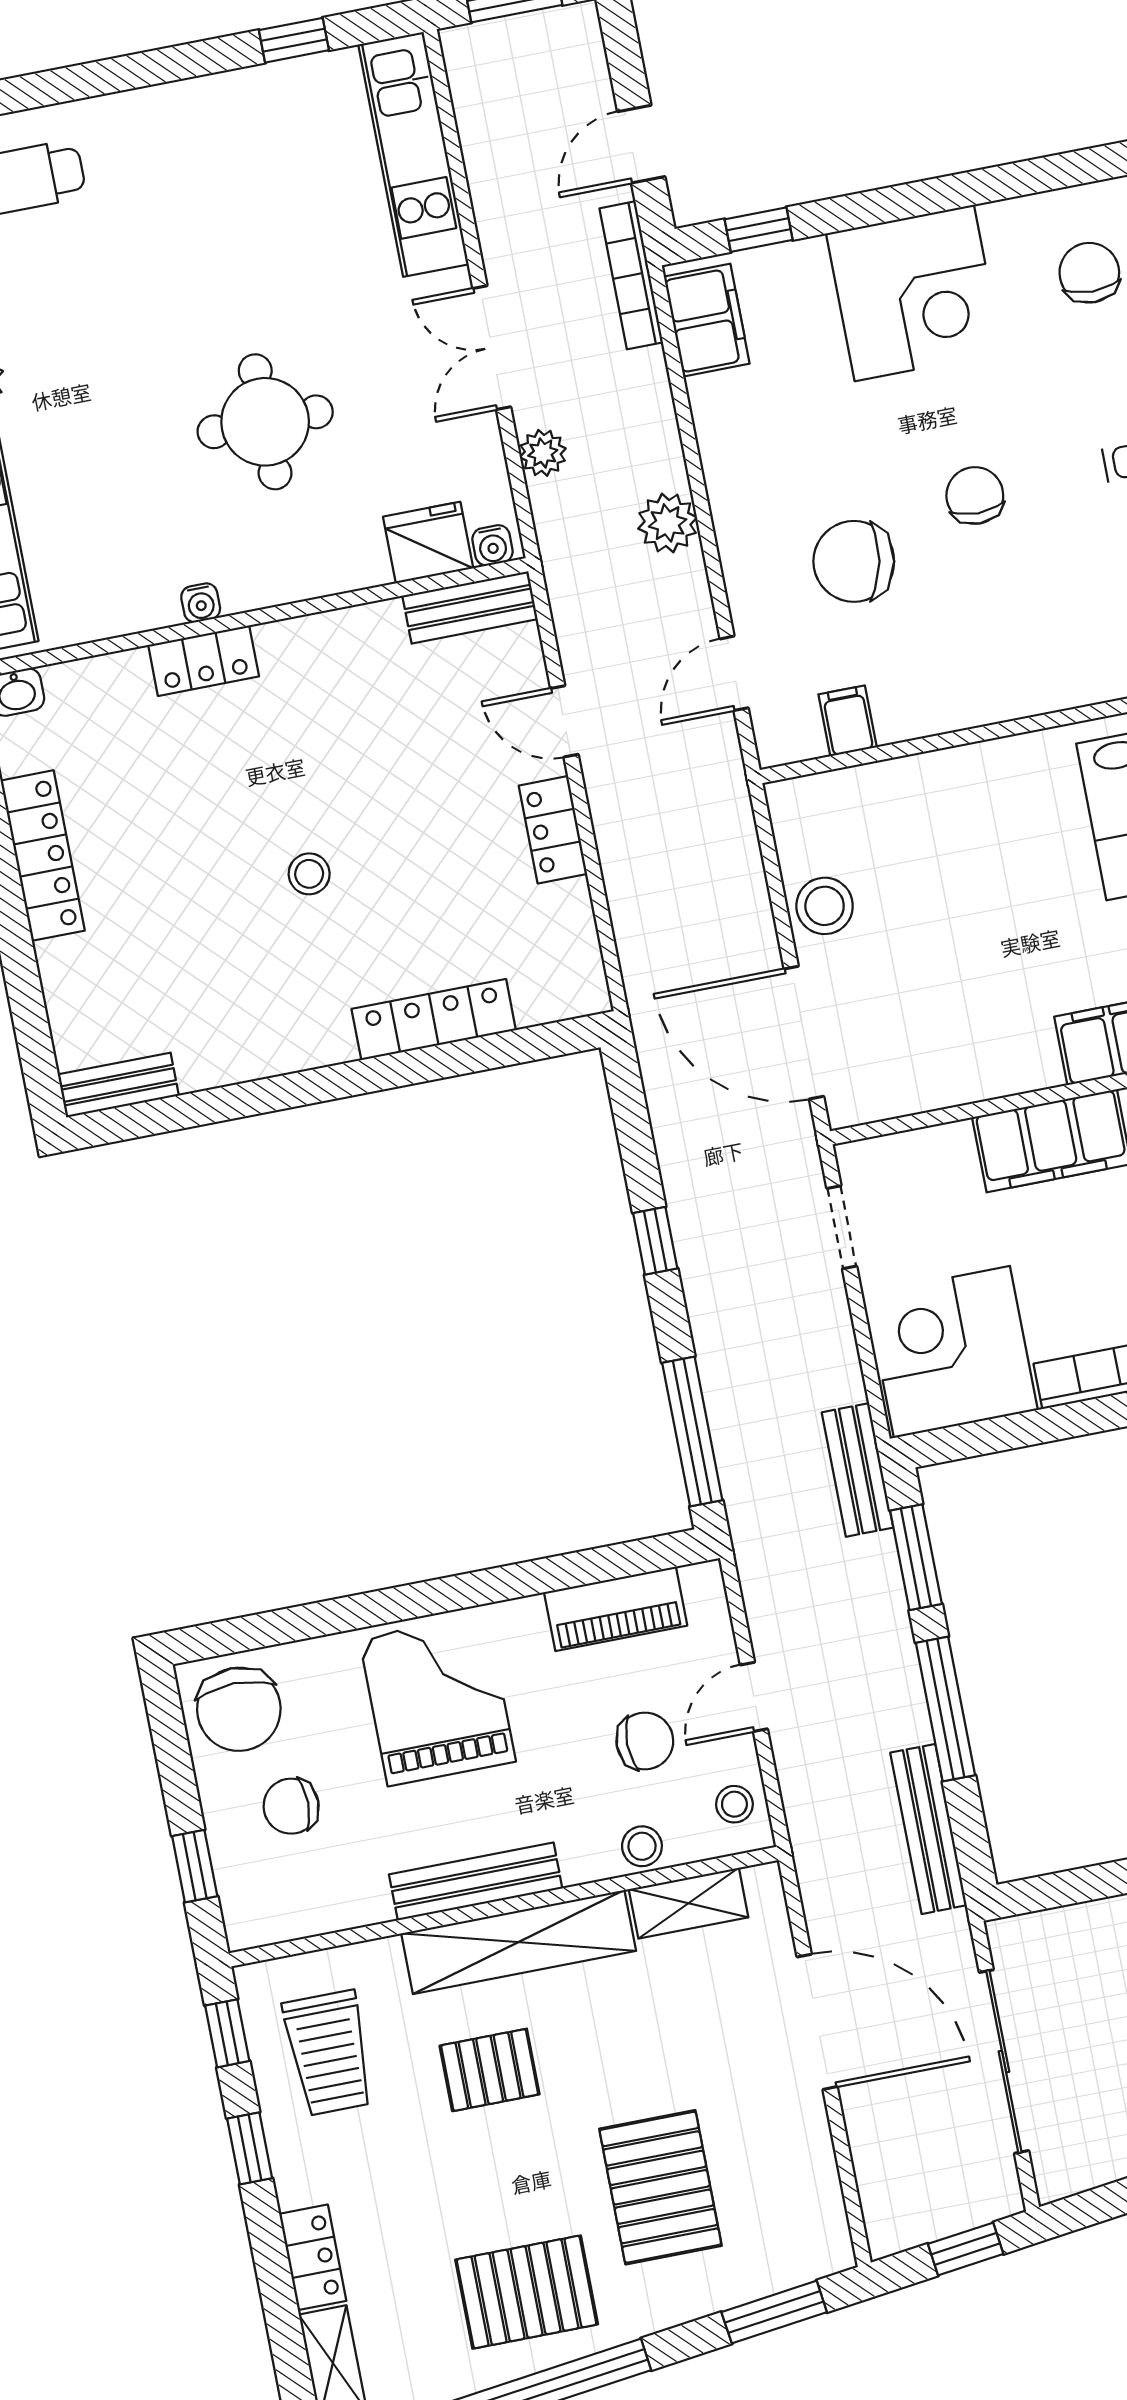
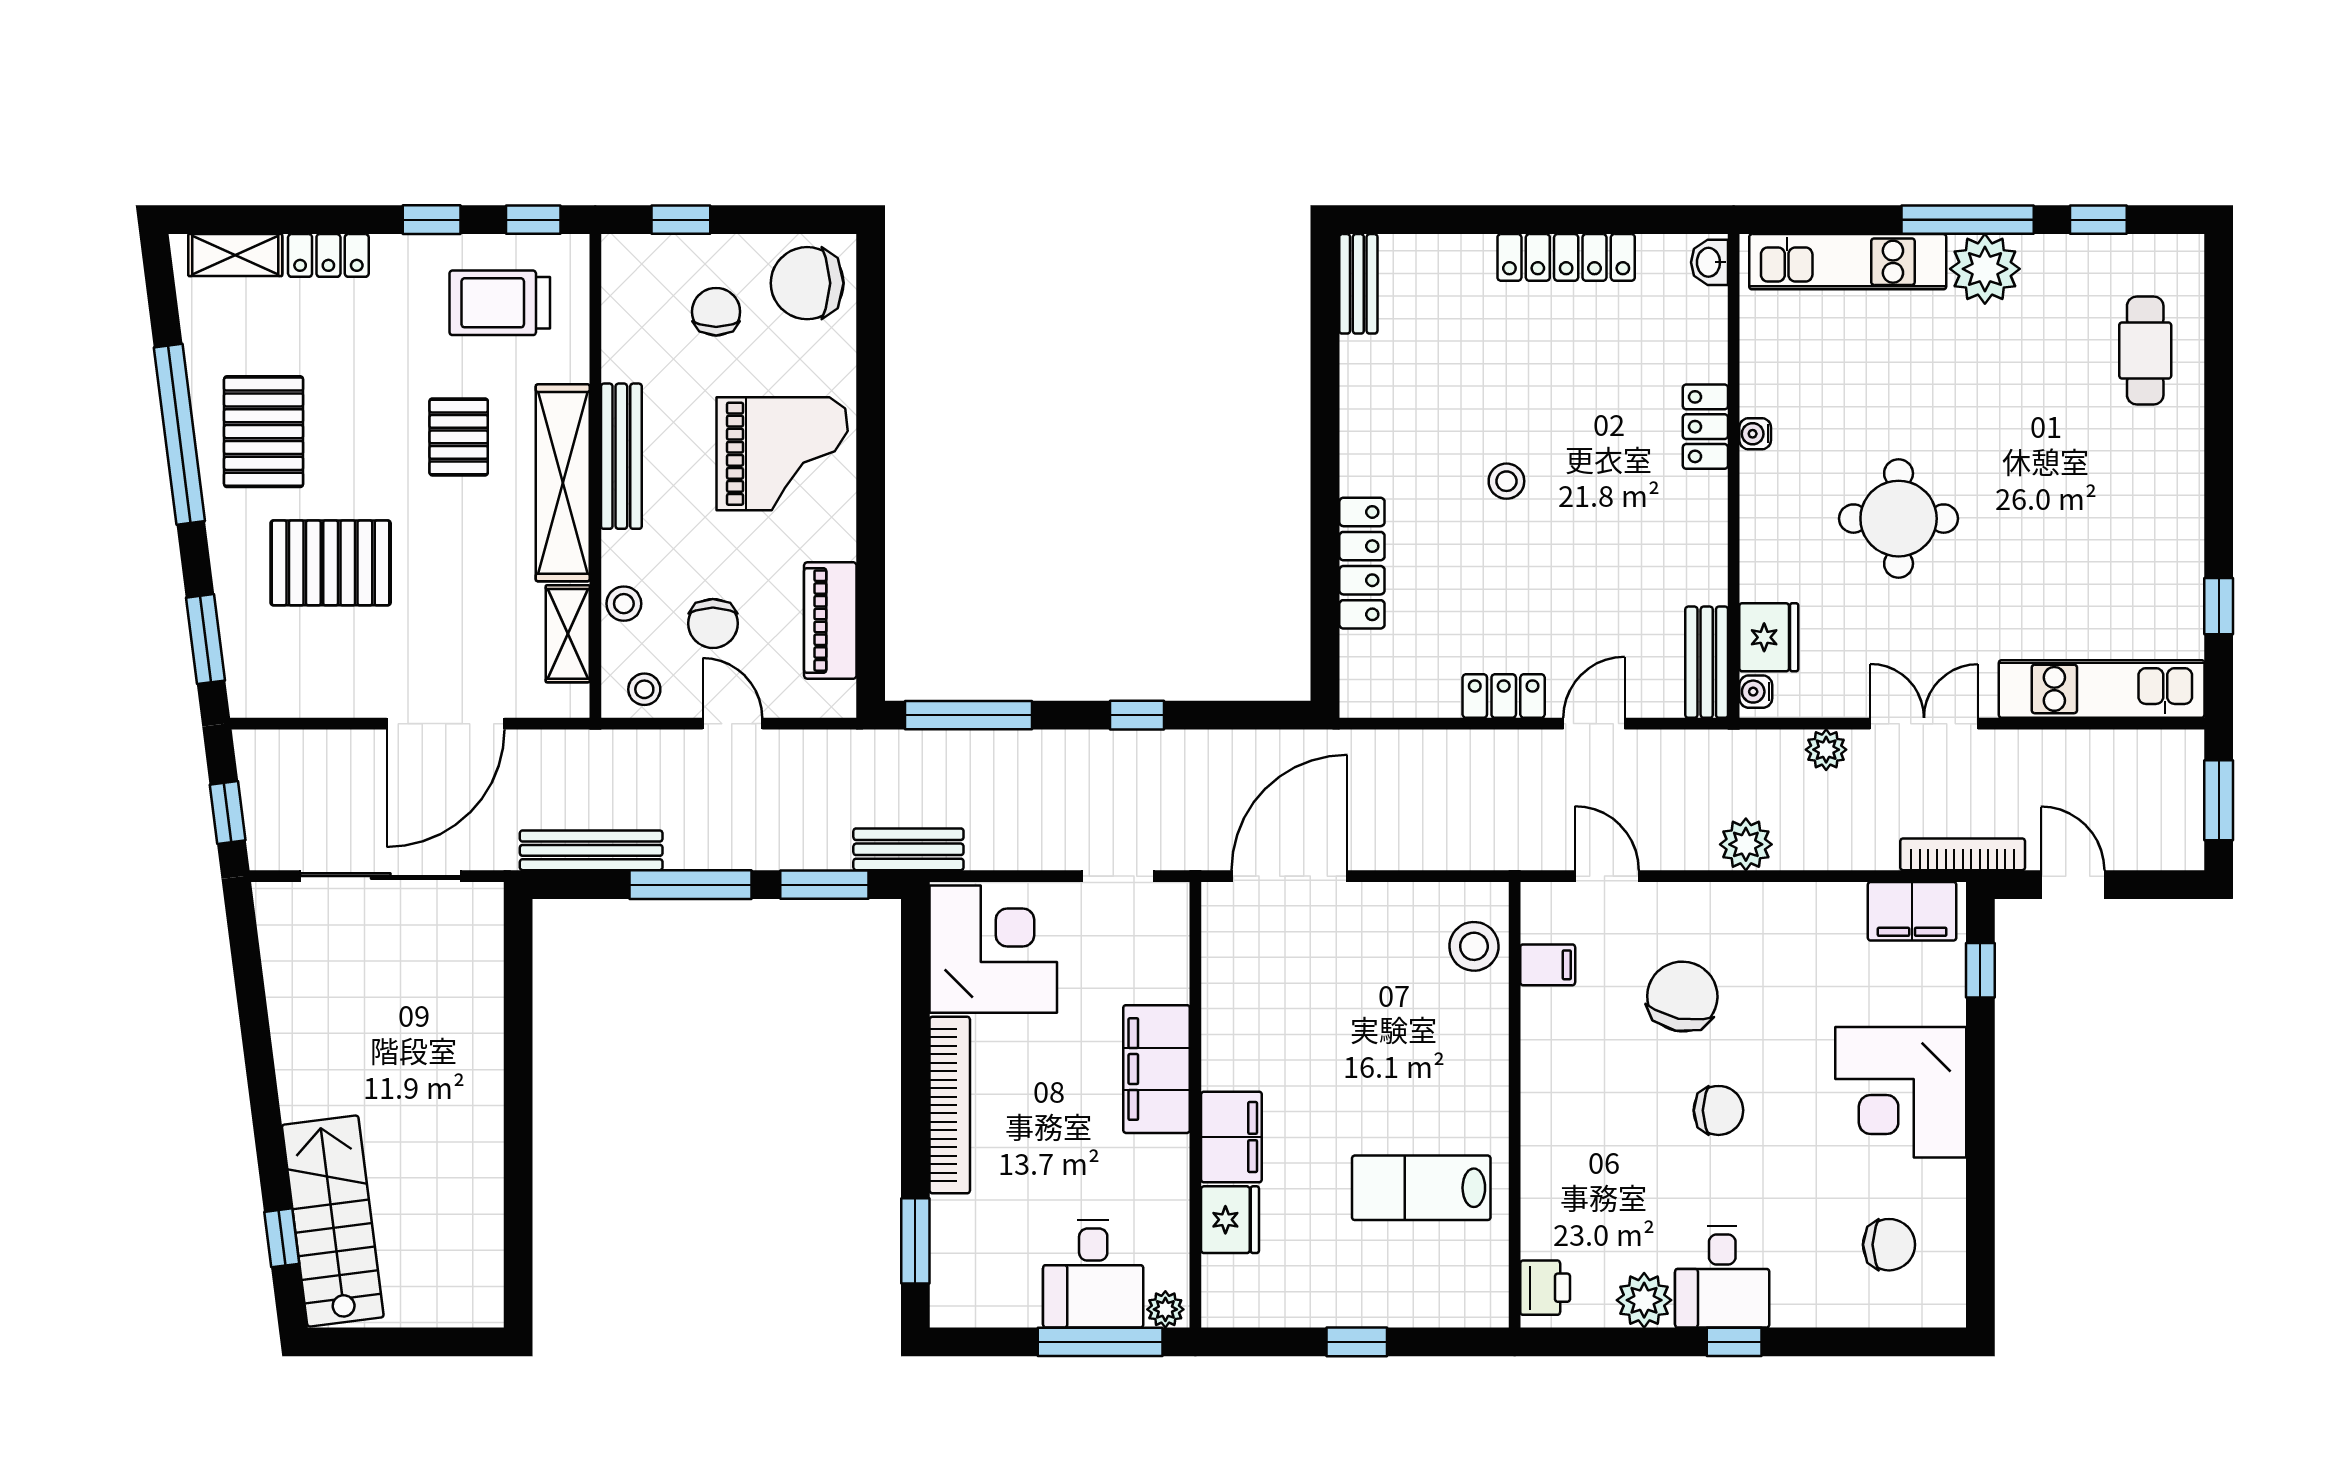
stool: (825, 906) -> (1474, 946), moved

